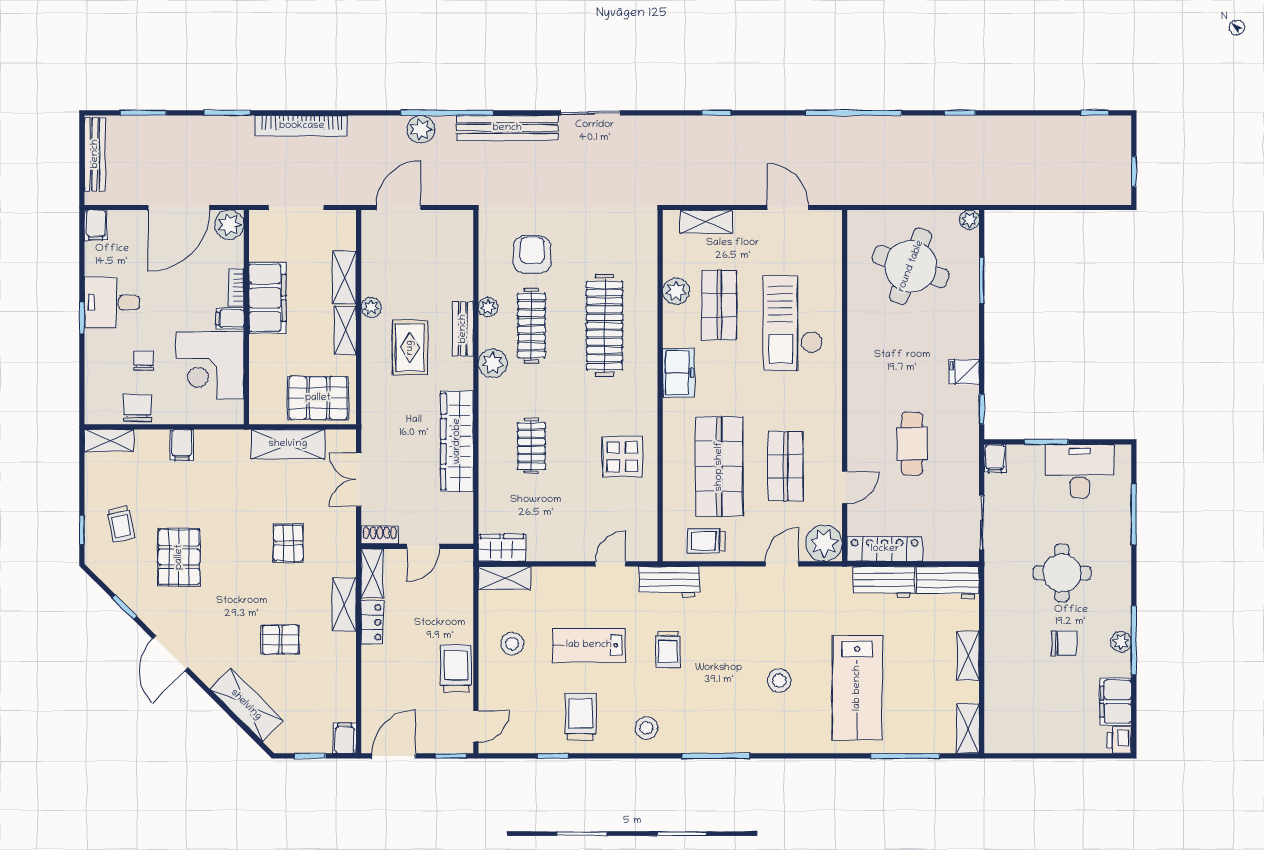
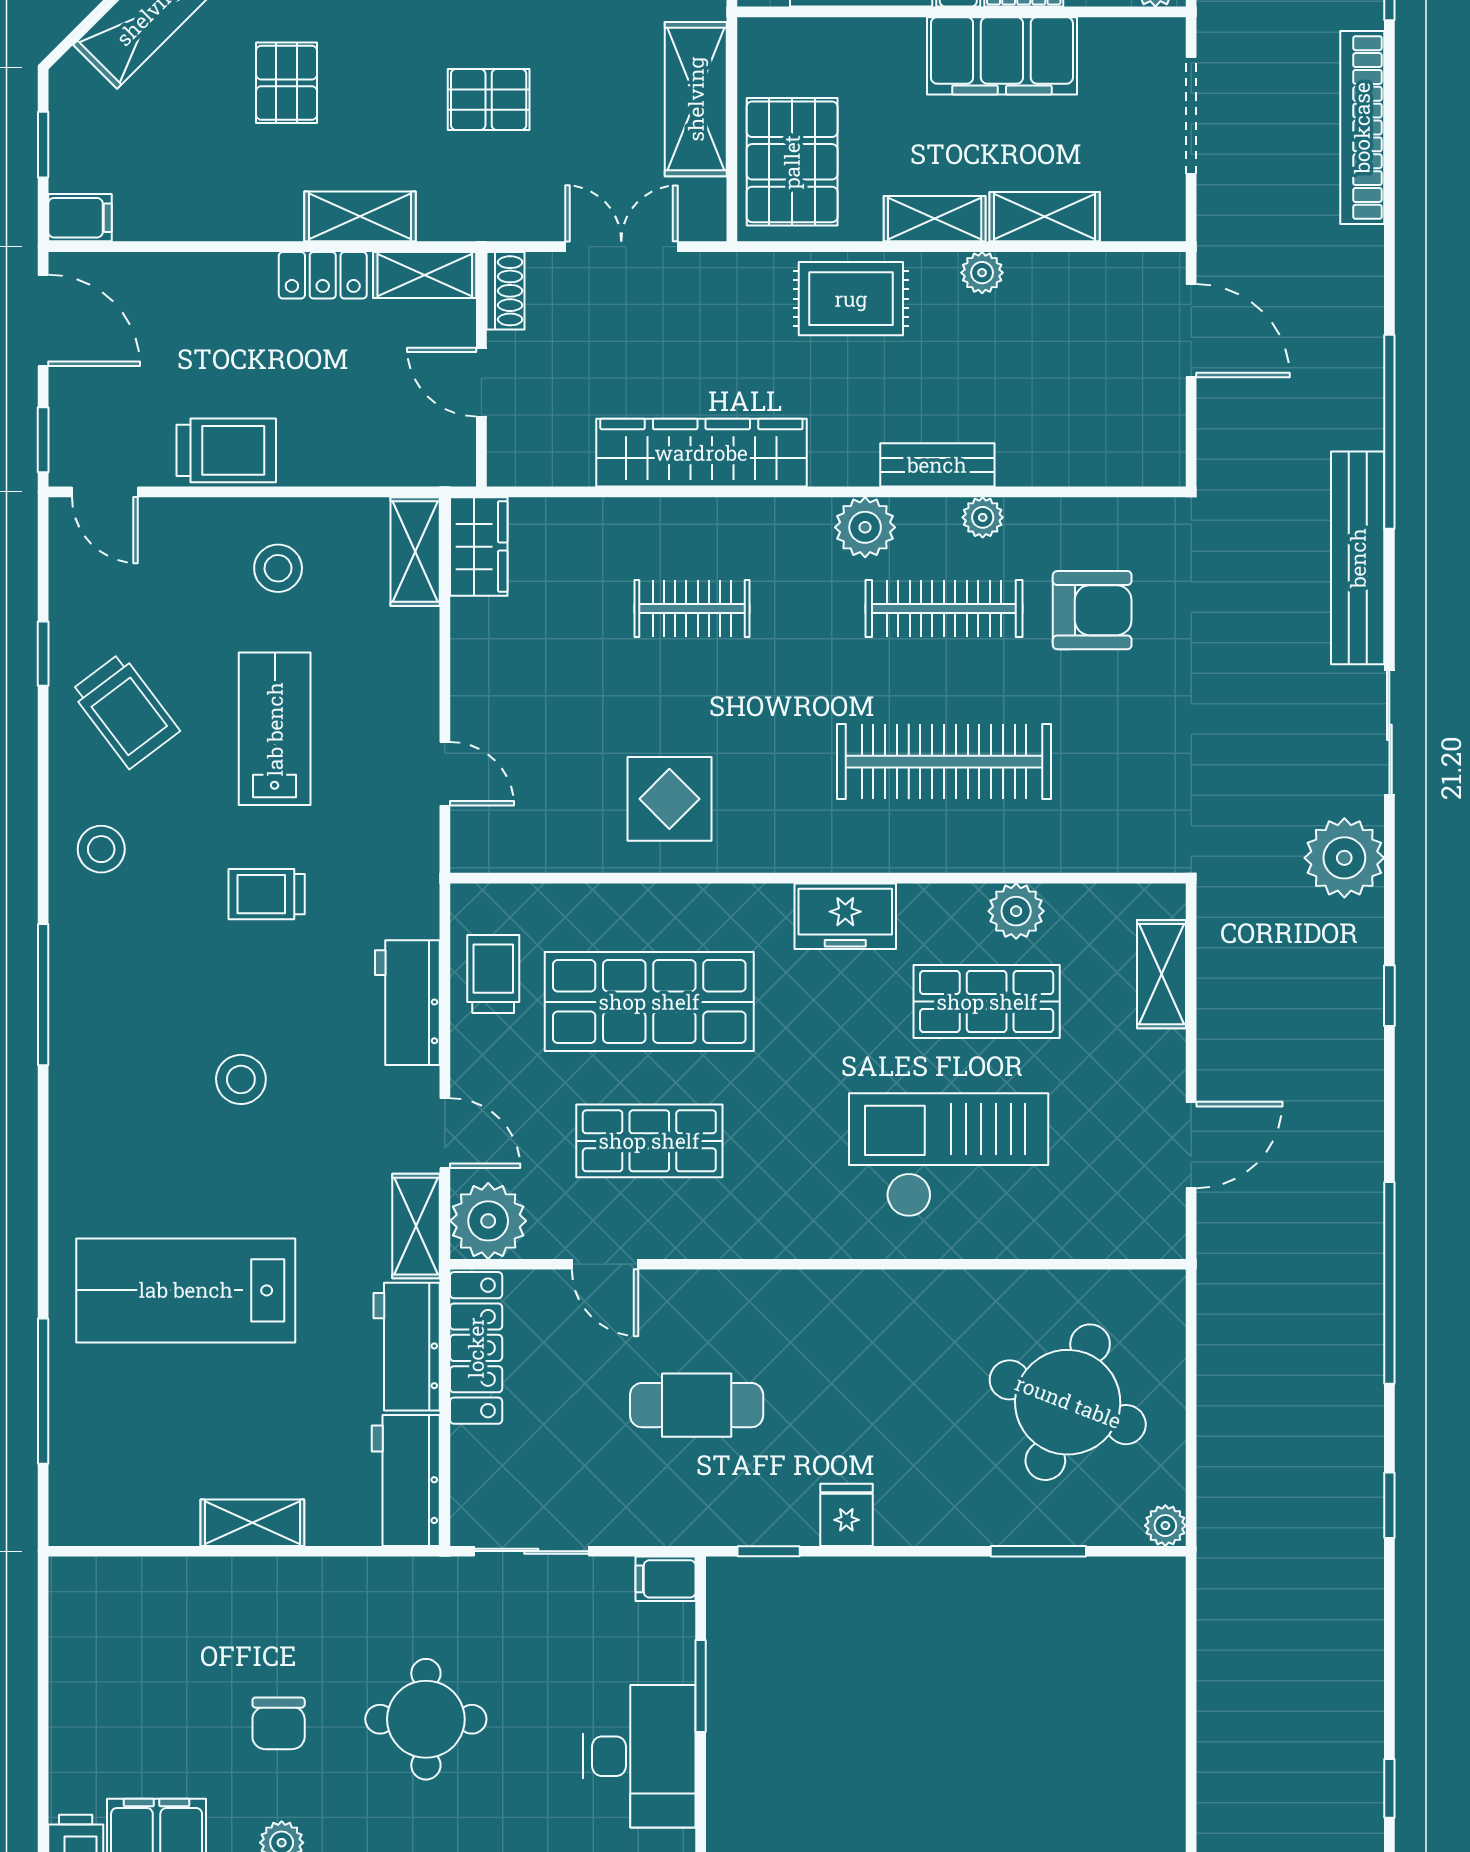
plant: (421, 129) -> (1344, 858), moved, width x1.36, depth x1.36
rug: (410, 348) -> (851, 299), moved
workbench: (669, 582) -> (407, 1003), moved
stool: (779, 681) -> (241, 1079), moved
trolley: (580, 717) -> (125, 711), turned 53
shelving: (968, 728) -> (416, 1226), moved, turned 90

